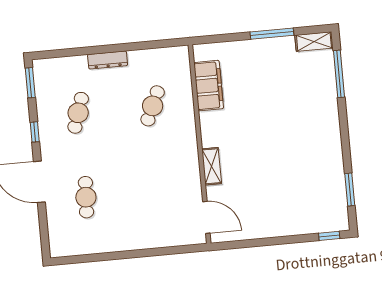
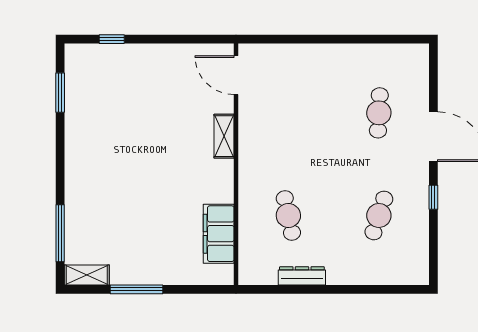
dresser: (108, 60) -> (302, 276), moved
window: (30, 83) -> (433, 257), removed
cafe table: (153, 106) -> (288, 215), turned -36
window: (329, 236) -> (112, 39), moved

